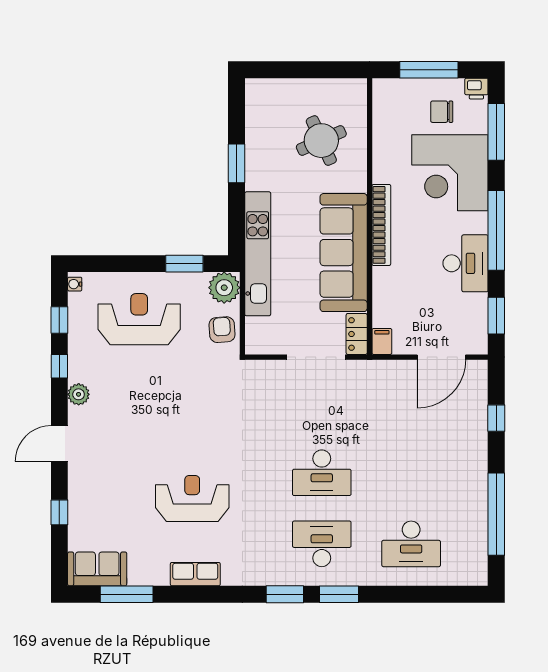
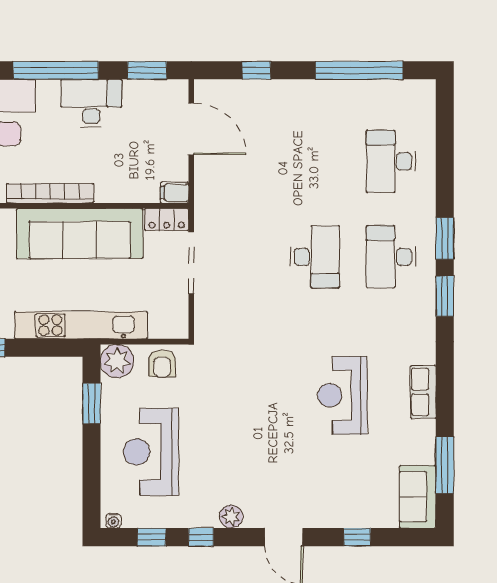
armchair: (222, 330) -> (162, 363), turned -86
desk: (411, 544) -> (391, 161), turned 180

